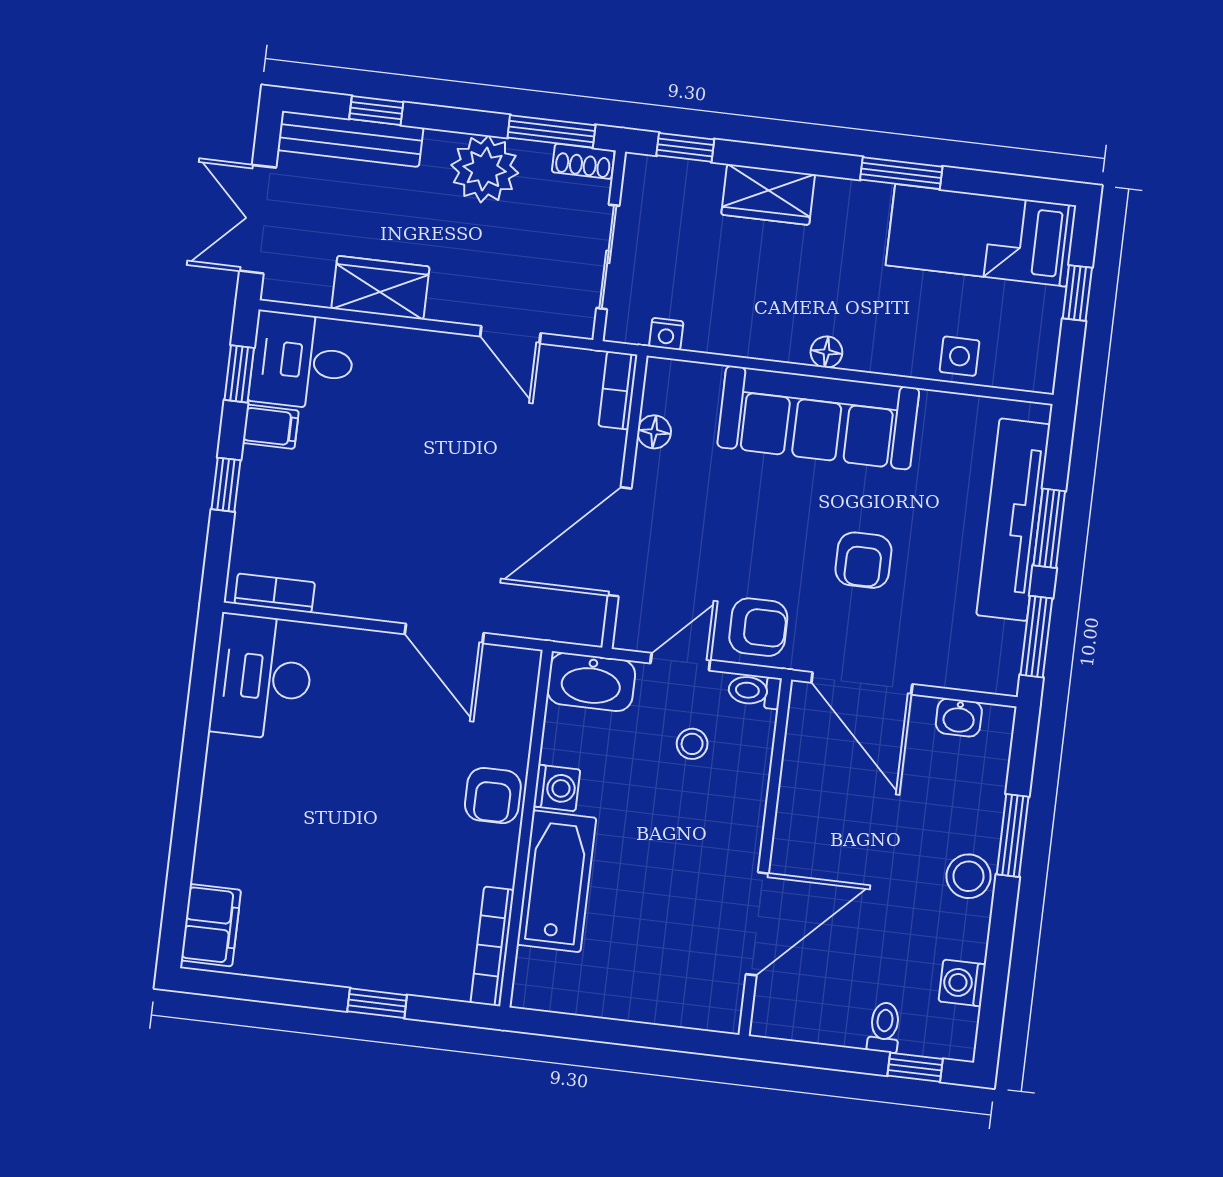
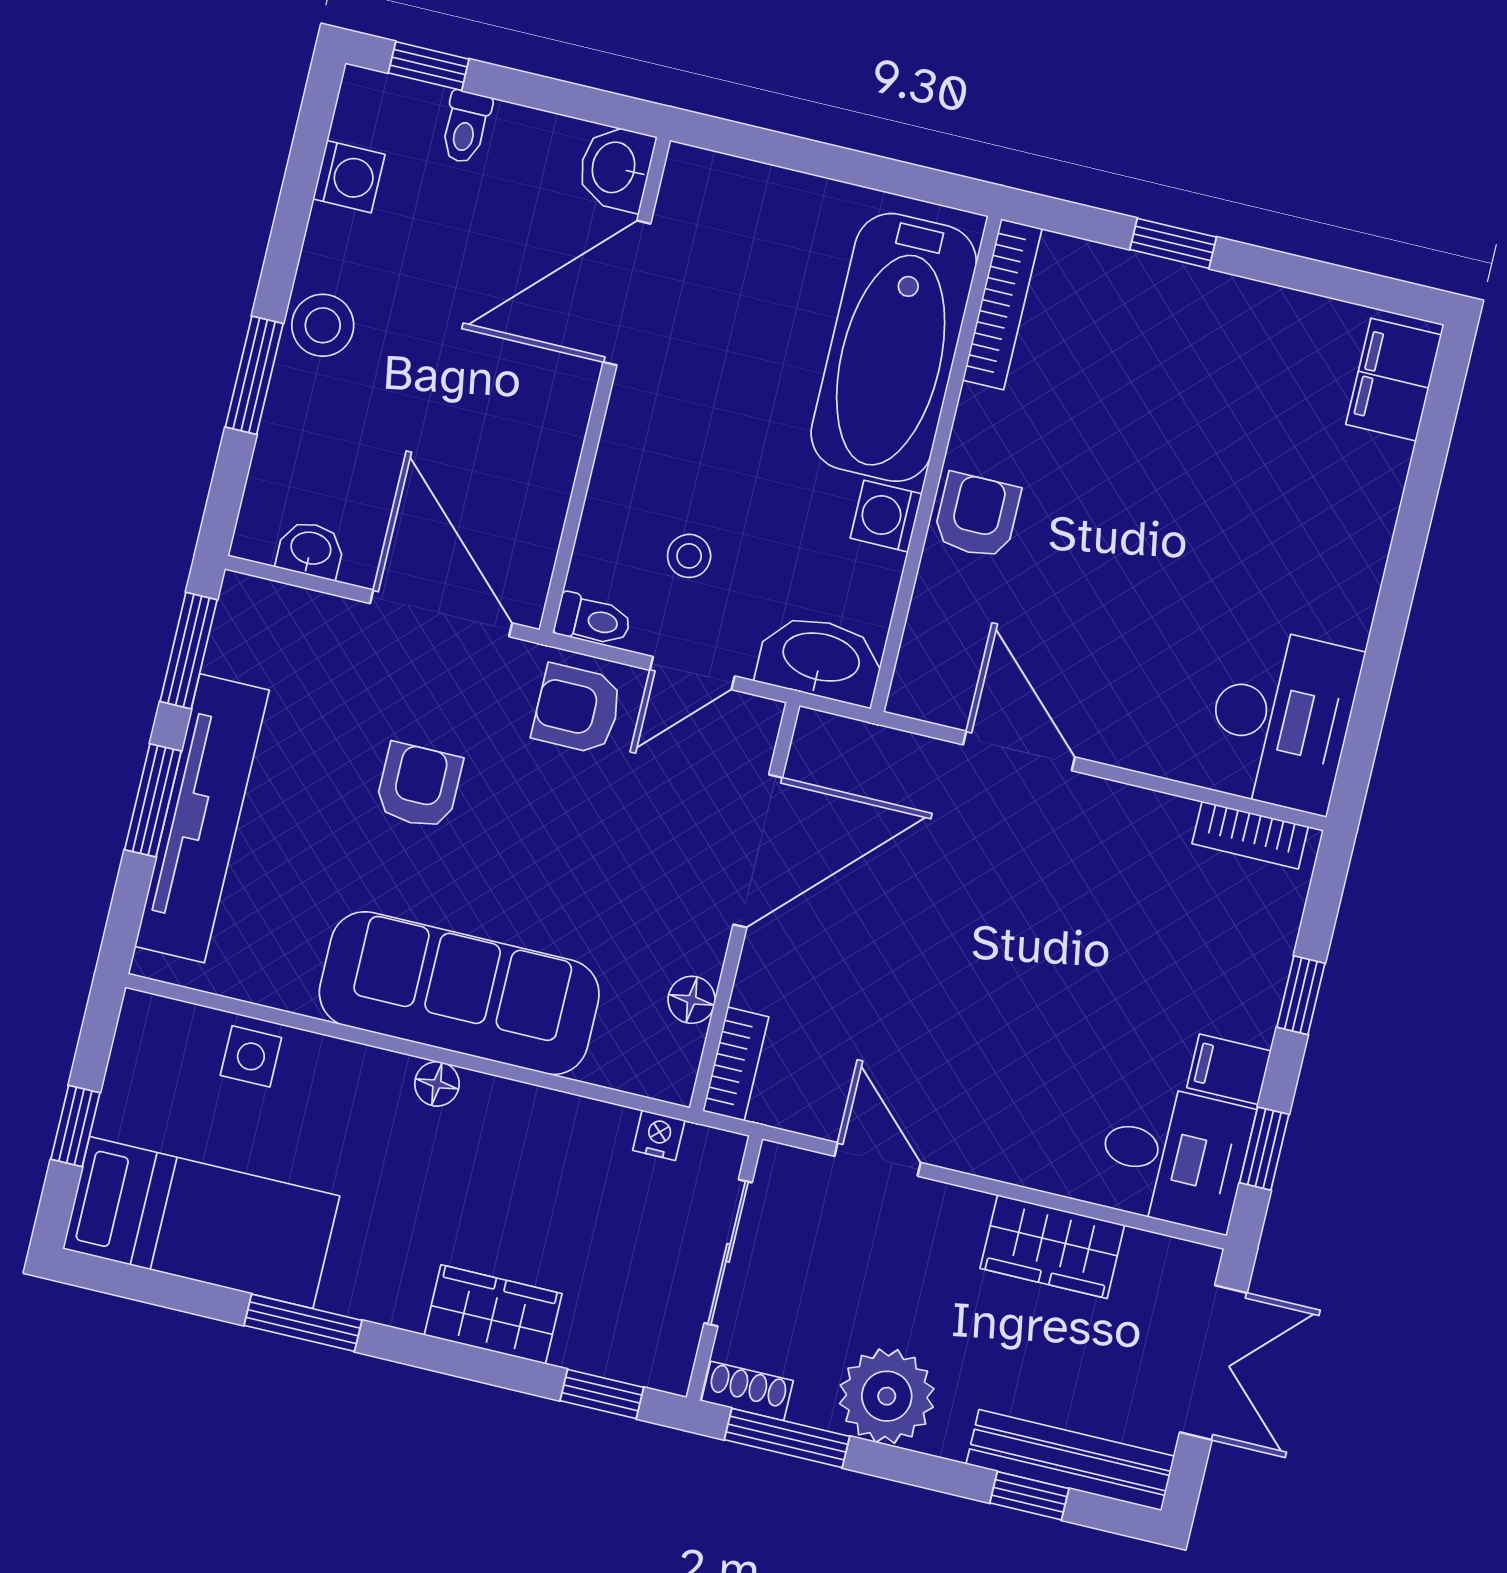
bathtub: (557, 881) -> (894, 347), width x1.36, depth x1.36
washbasin: (775, 1011) -> (615, 168), added

